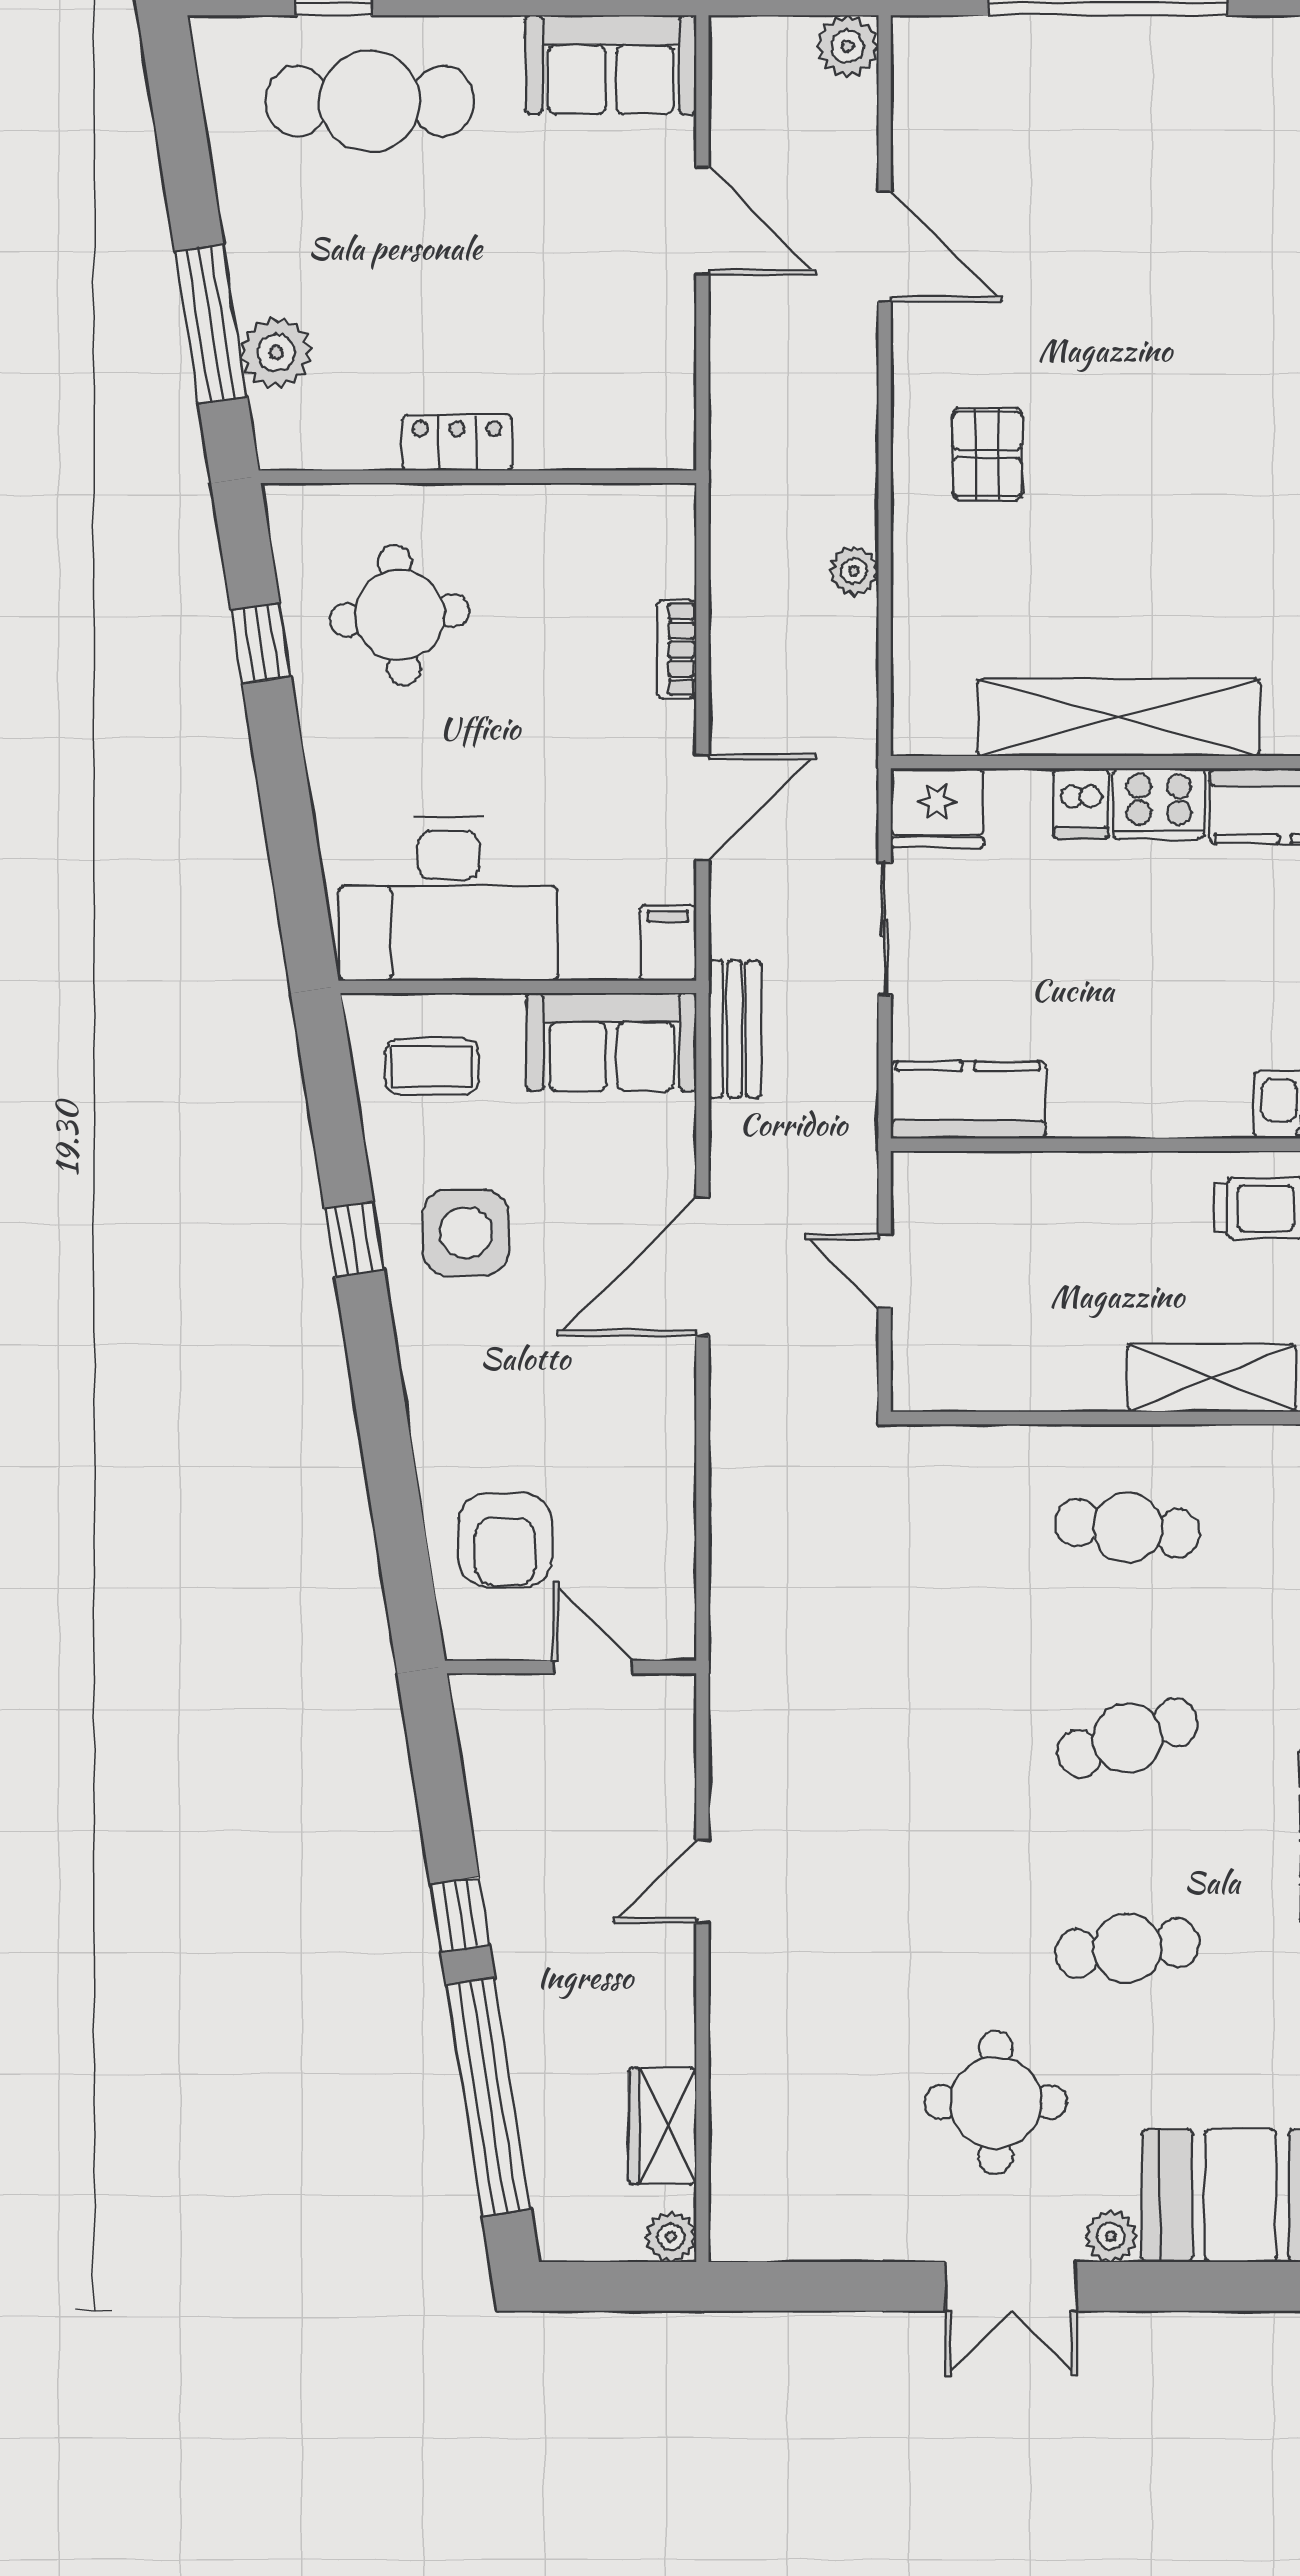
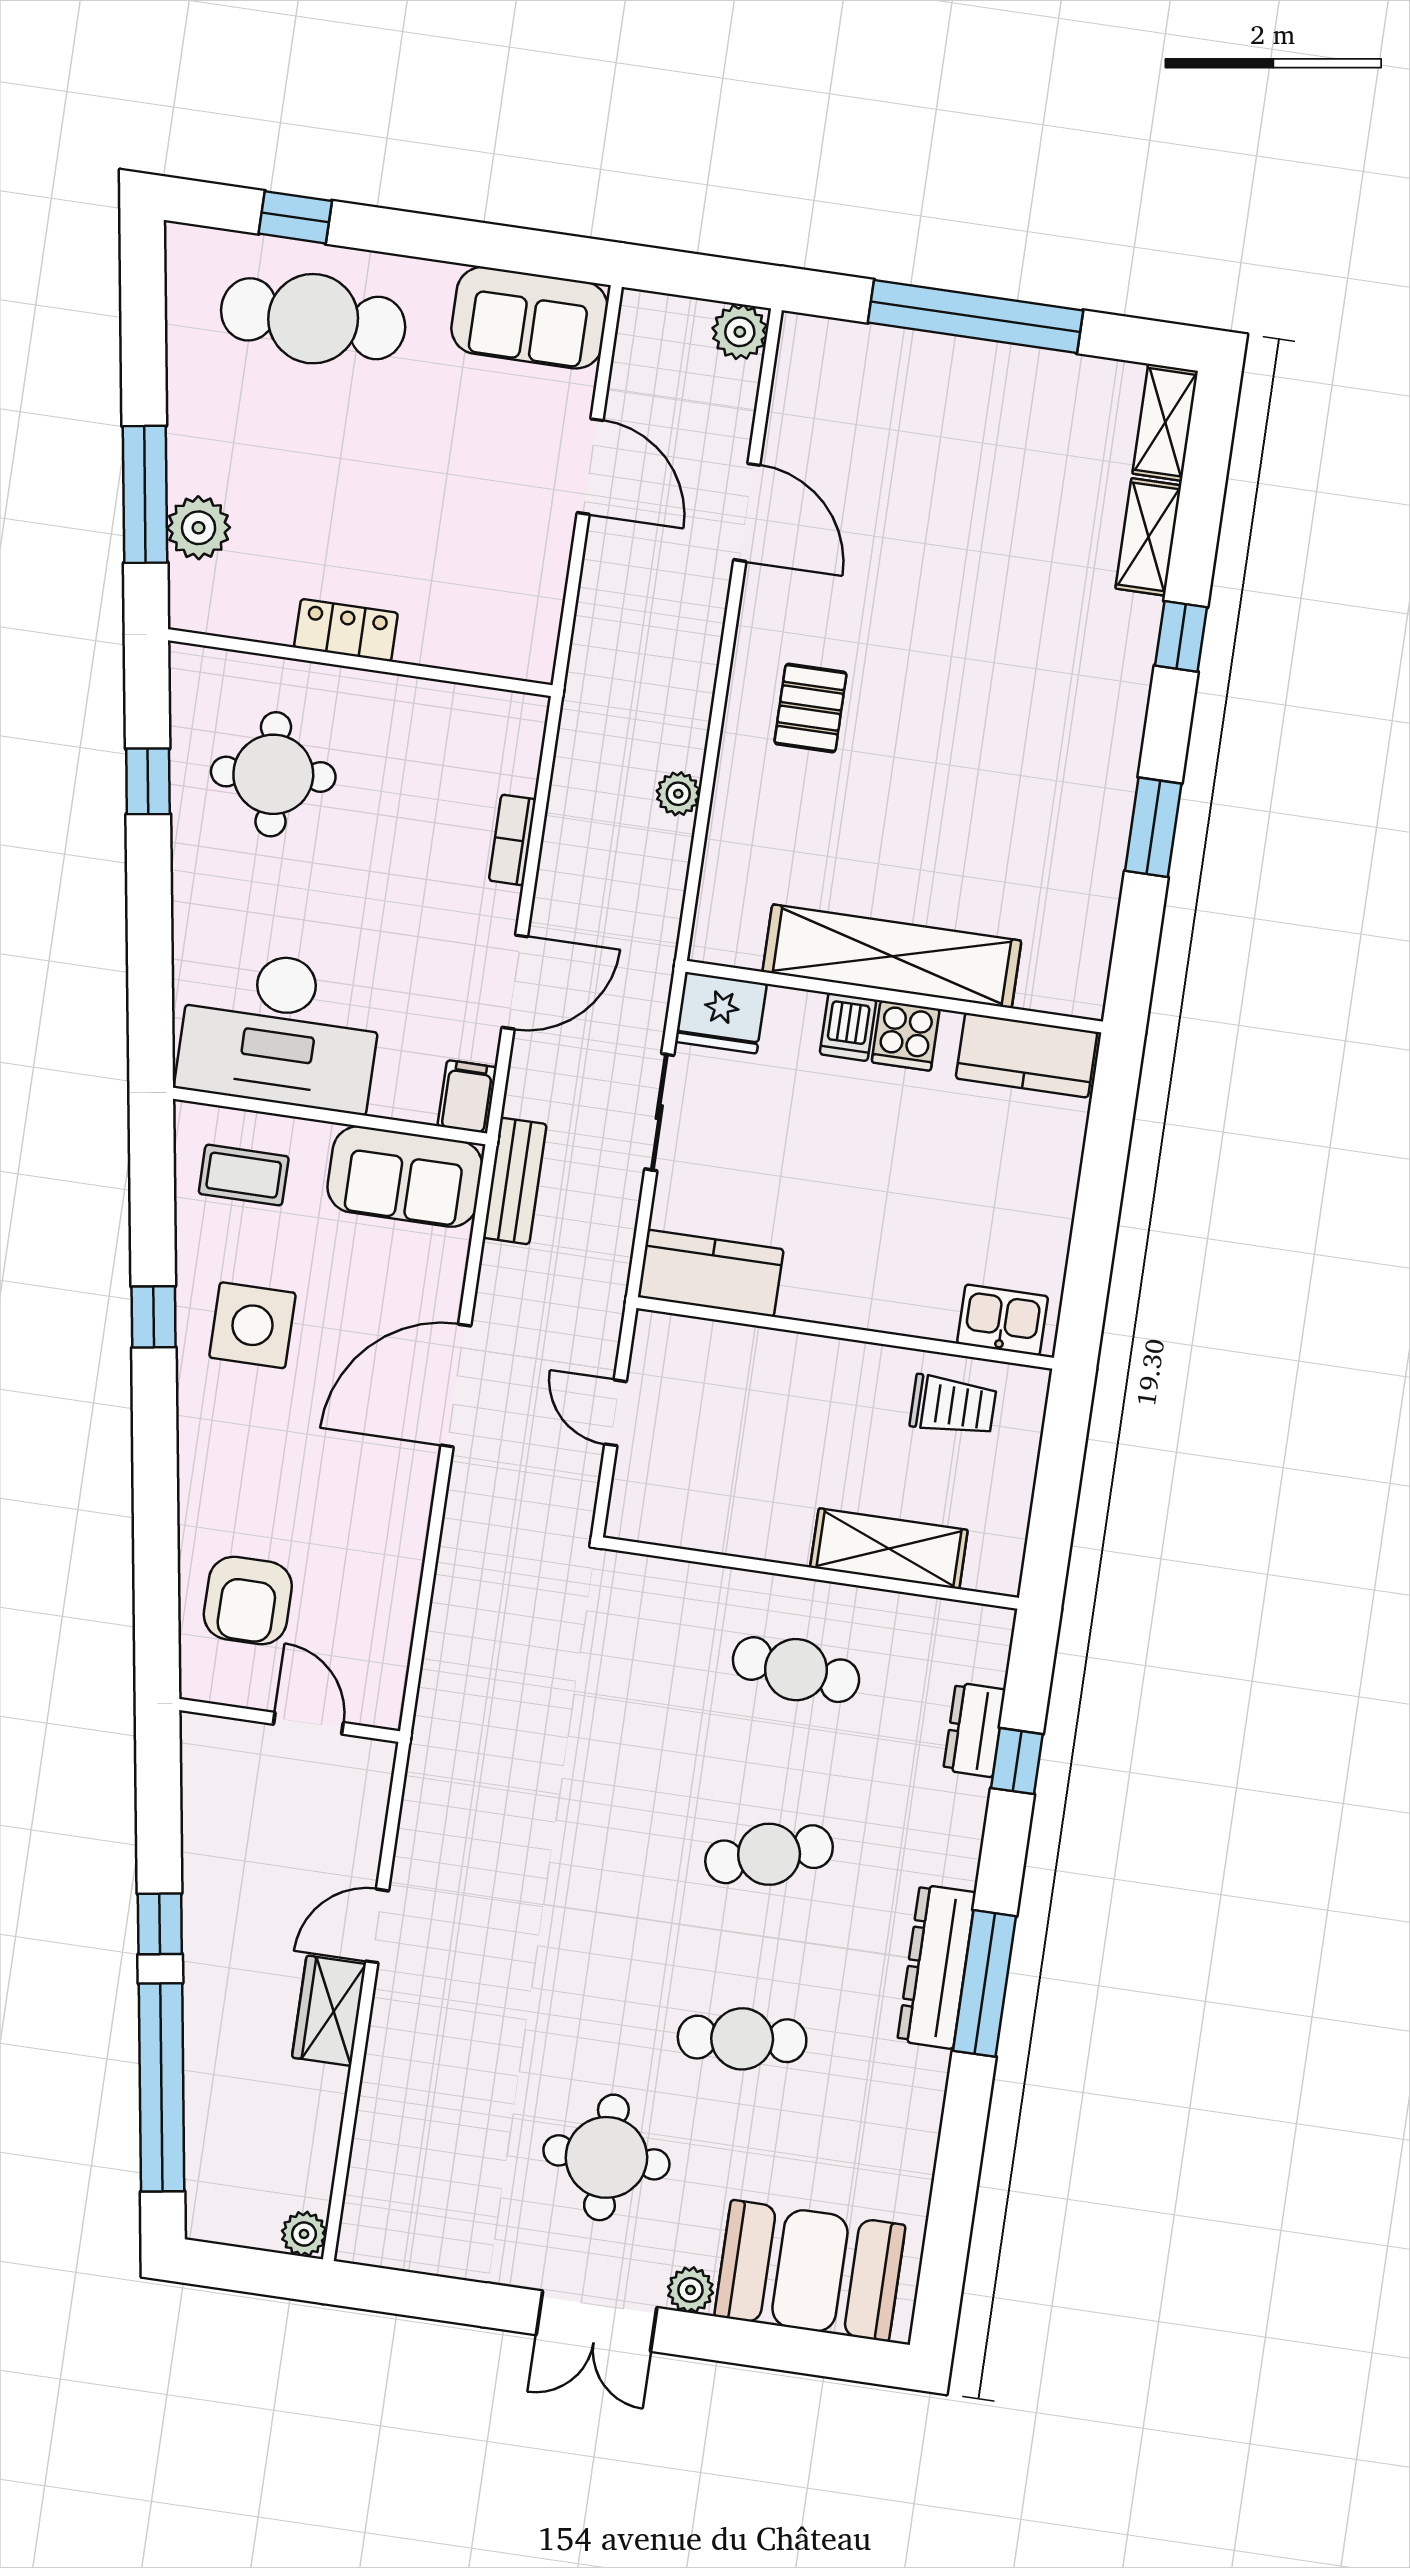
cooker: (1159, 804) -> (906, 1036), width x0.73
wardrobe: (663, 2126) -> (329, 2011), moved

